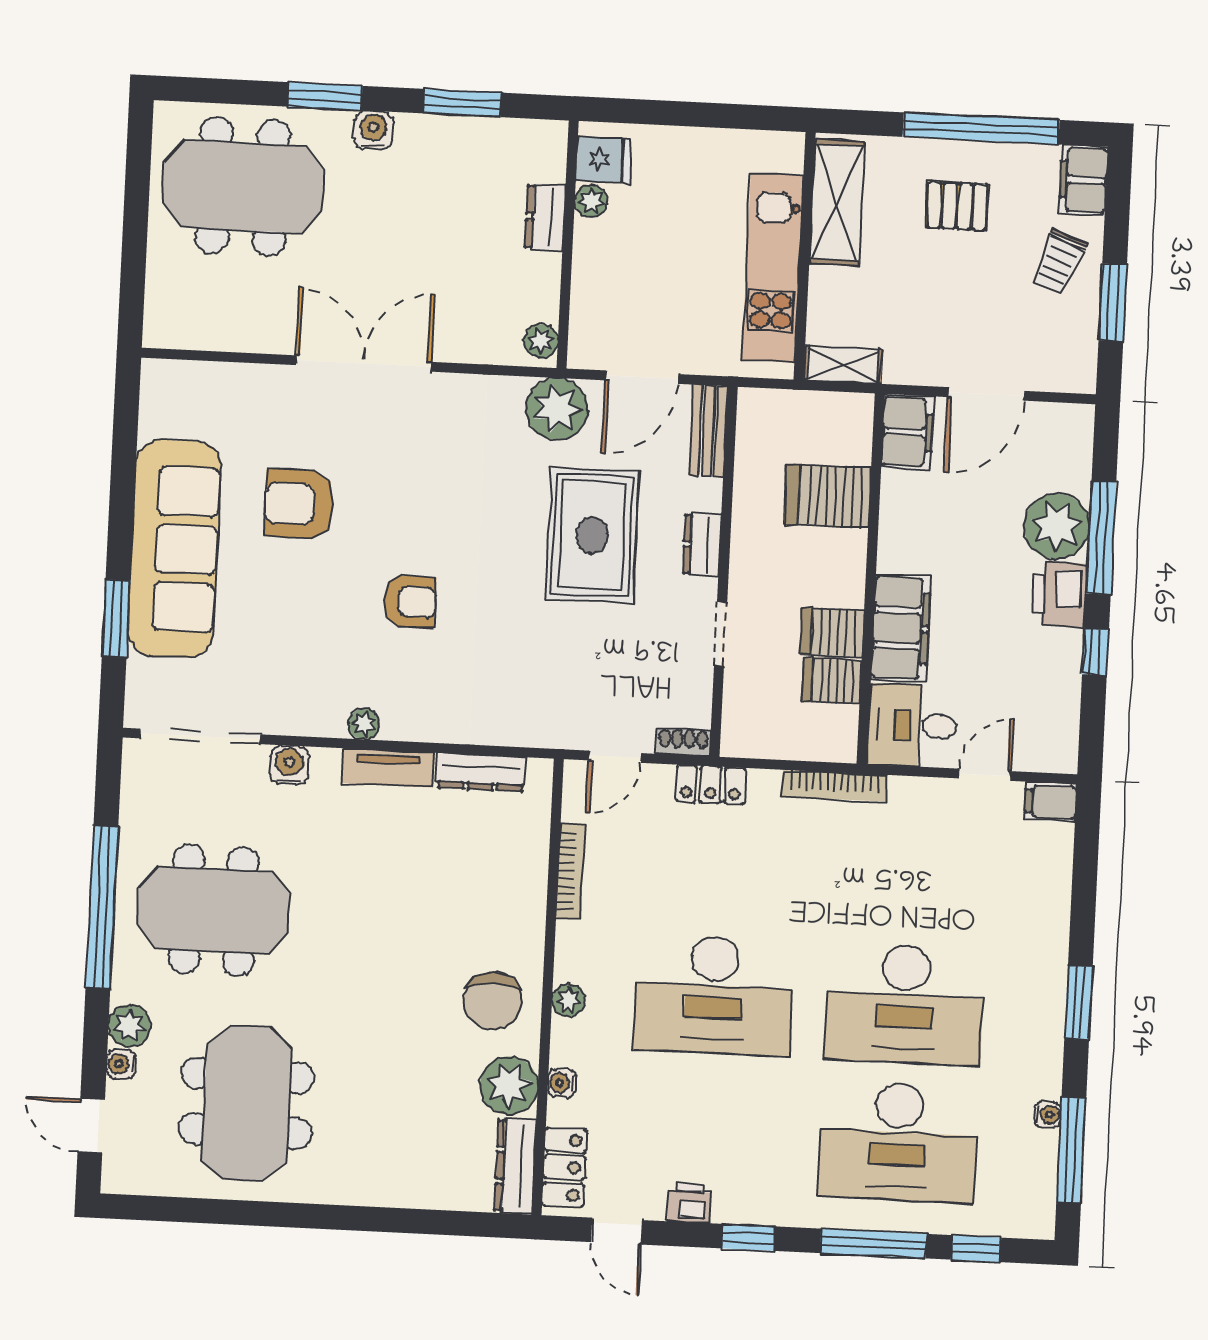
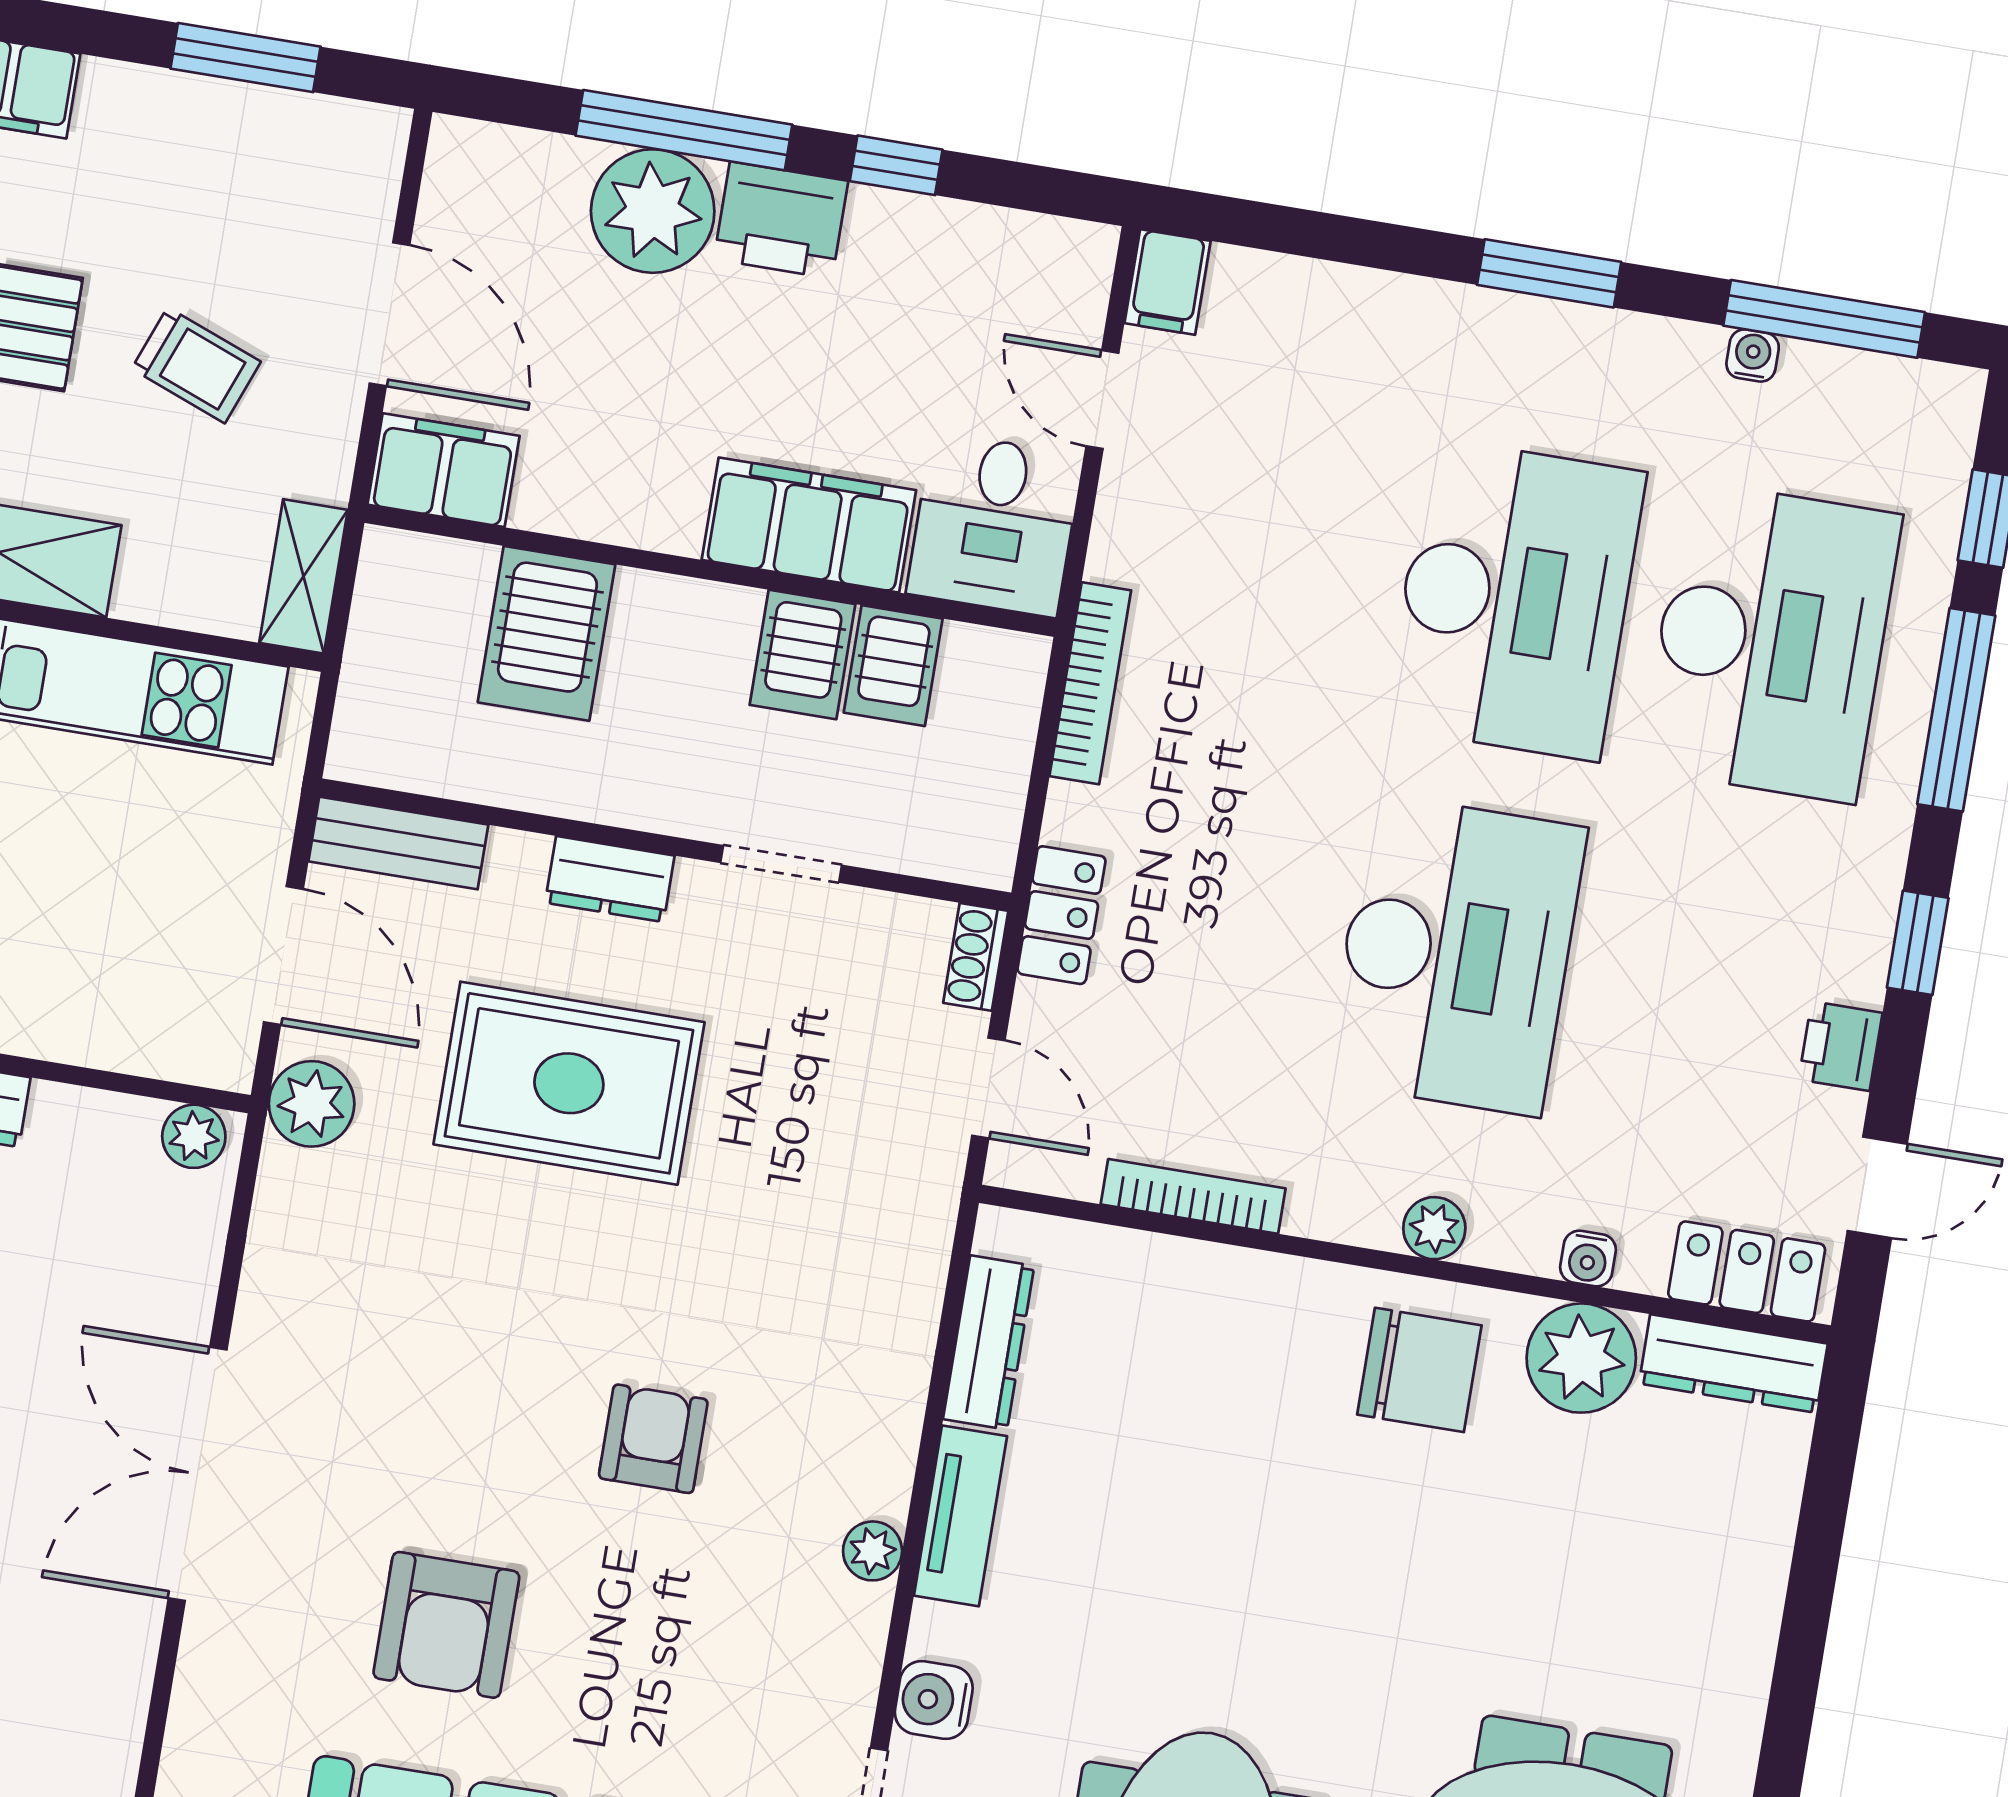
trolley: (1059, 262) -> (196, 365), moved
plant: (557, 409) -> (312, 1104), width x0.73, depth x0.73

